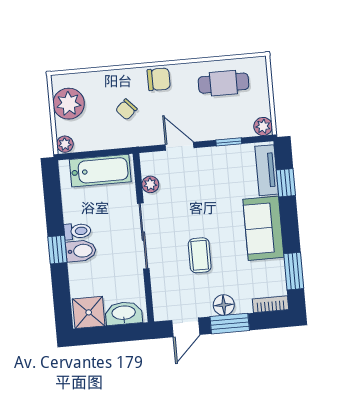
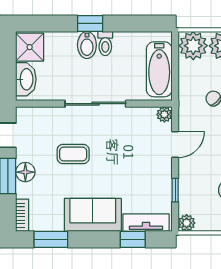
plant: (65, 144) -> (193, 46), width x1.88, depth x1.88
plant: (150, 184) -> (164, 114), moved

